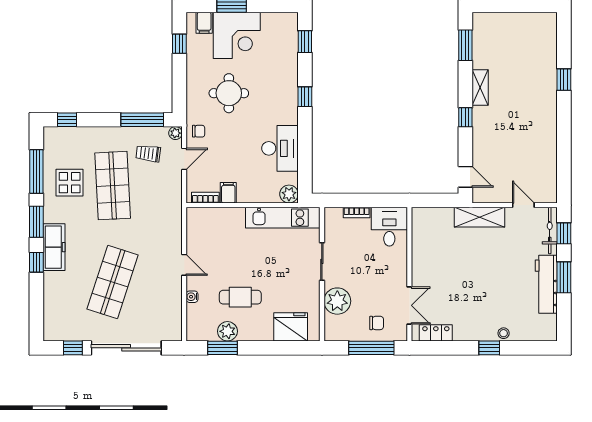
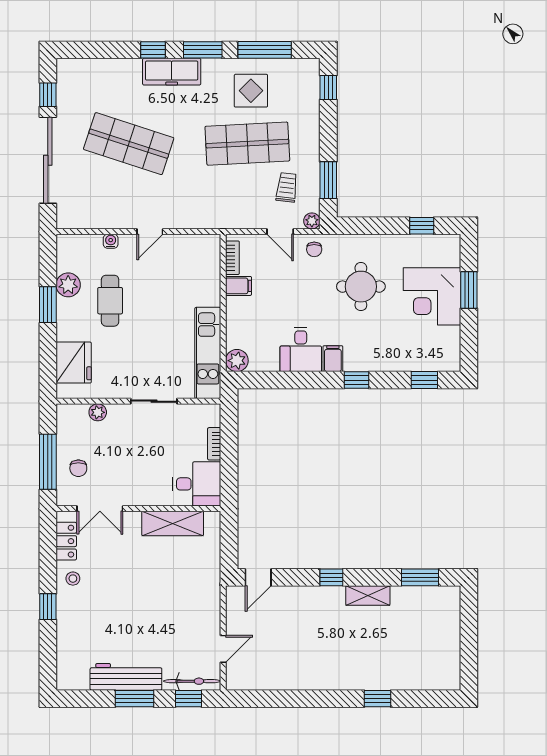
filing cabinet: (204, 23) -> (333, 359), moved, turned 90
window: (142, 120) -> (328, 180), width x0.69
desk: (280, 148) -> (301, 349), width x0.73
shelving: (480, 217) -> (173, 523), moved, turned 90
plant: (337, 301) -> (98, 412), width x0.53, depth x0.53
stool: (504, 333) -> (73, 579), moved
window: (222, 348) -> (48, 305), moved

